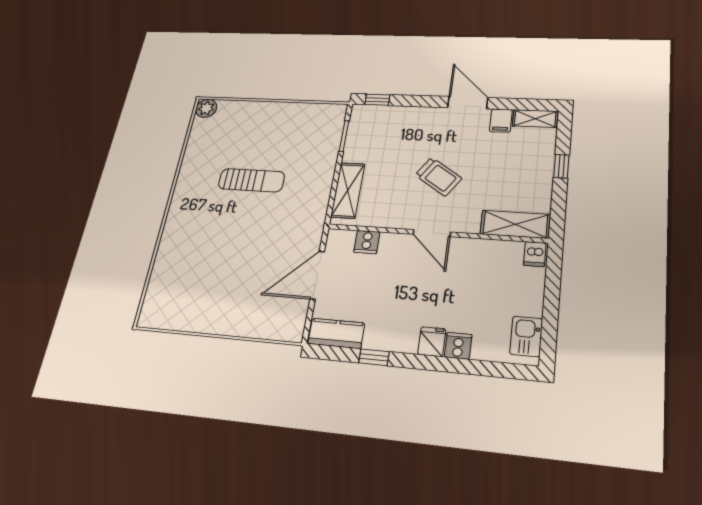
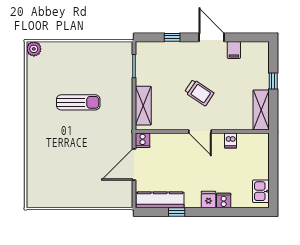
window: (377, 100) -> (172, 37), moved
shelving: (535, 119) -> (255, 48), removed
shelving: (515, 224) -> (261, 110), moved, turned 90
cooker: (367, 242) -> (143, 140), moved
dishwasher: (535, 254) -> (231, 141), moved
kitchen counter: (336, 333) -> (160, 200), width x1.50

